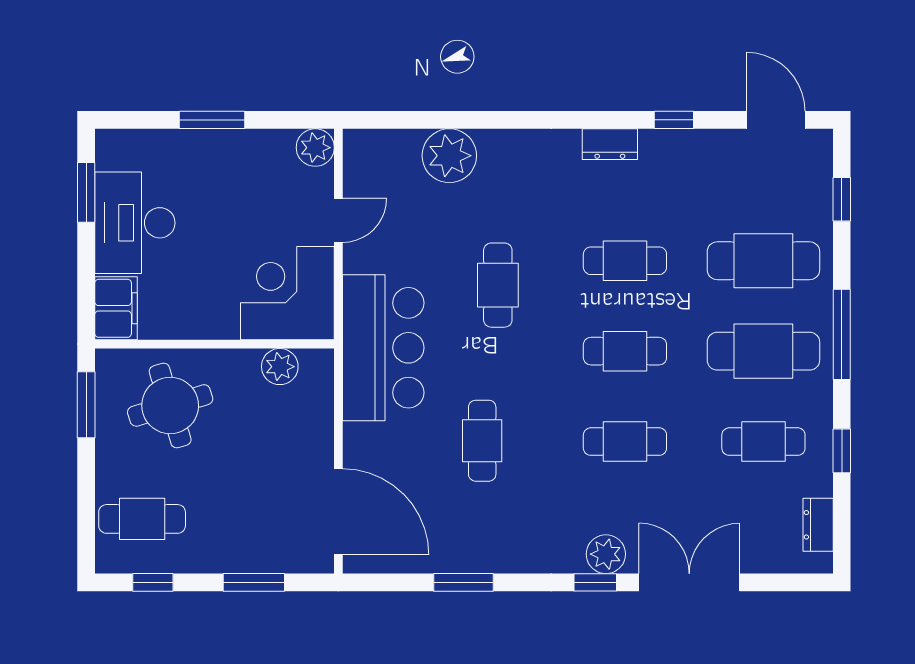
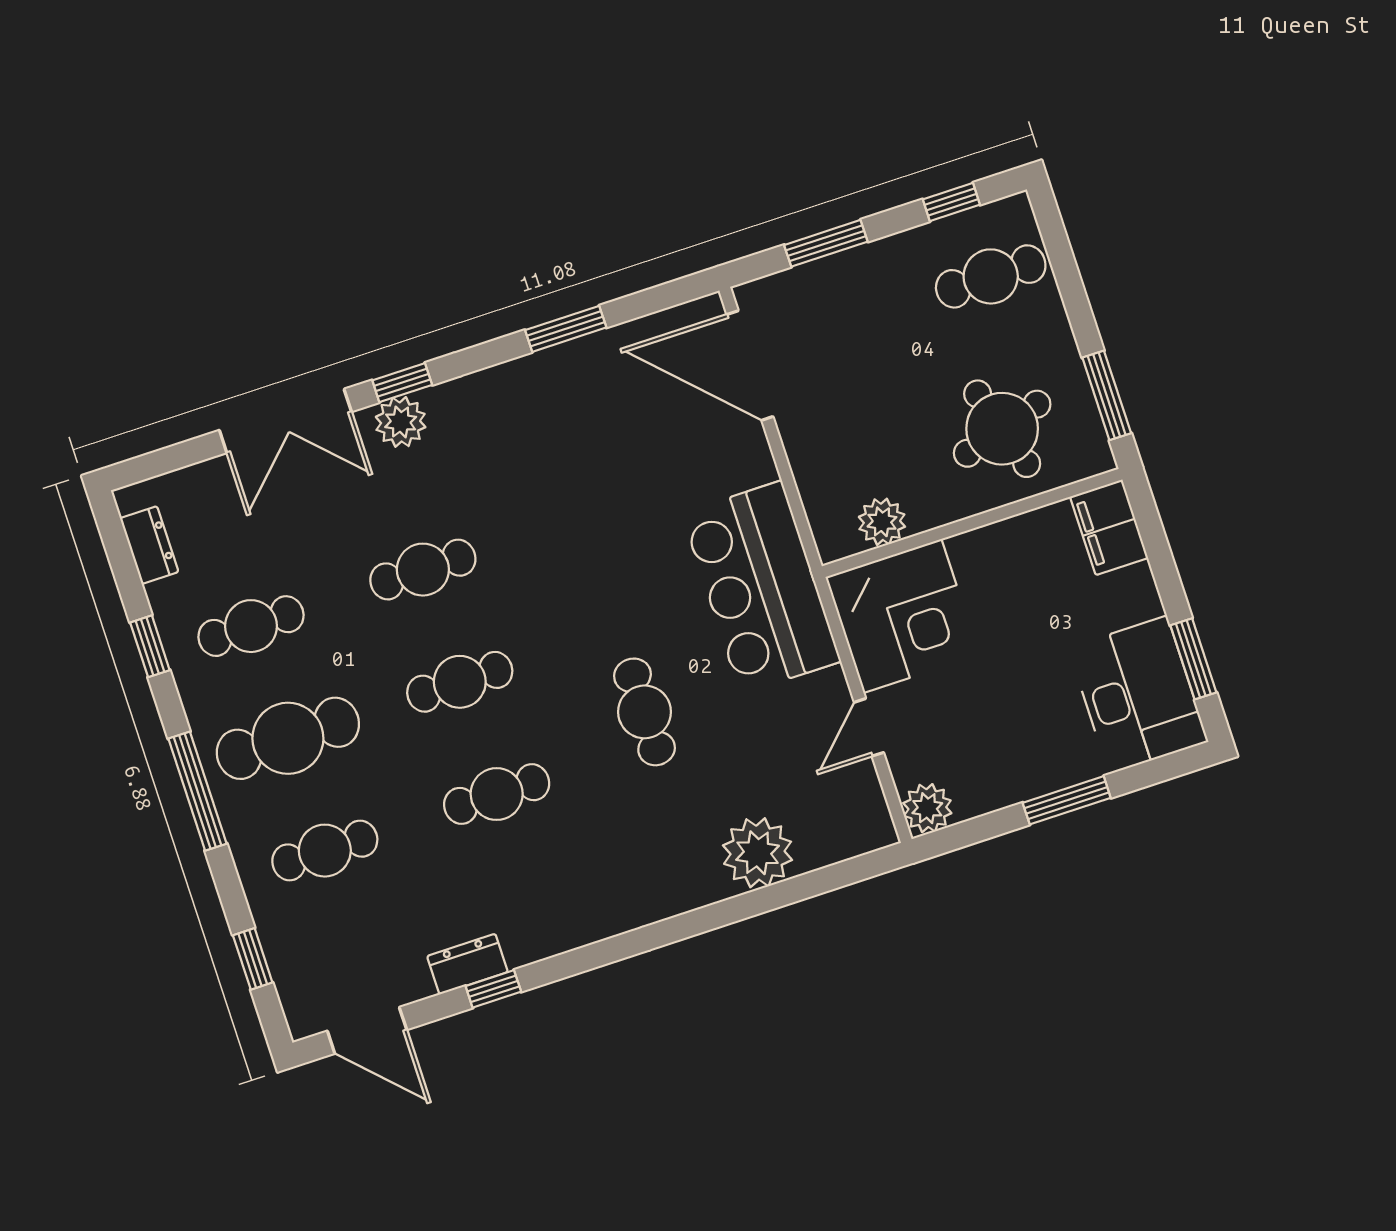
dresser: (610, 144) -> (467, 964), moved
desk: (135, 223) -> (1138, 695), moved
cafe table: (763, 261) -> (325, 851), width x0.73, depth x0.74
cafe table: (482, 441) -> (600, 512), removed

